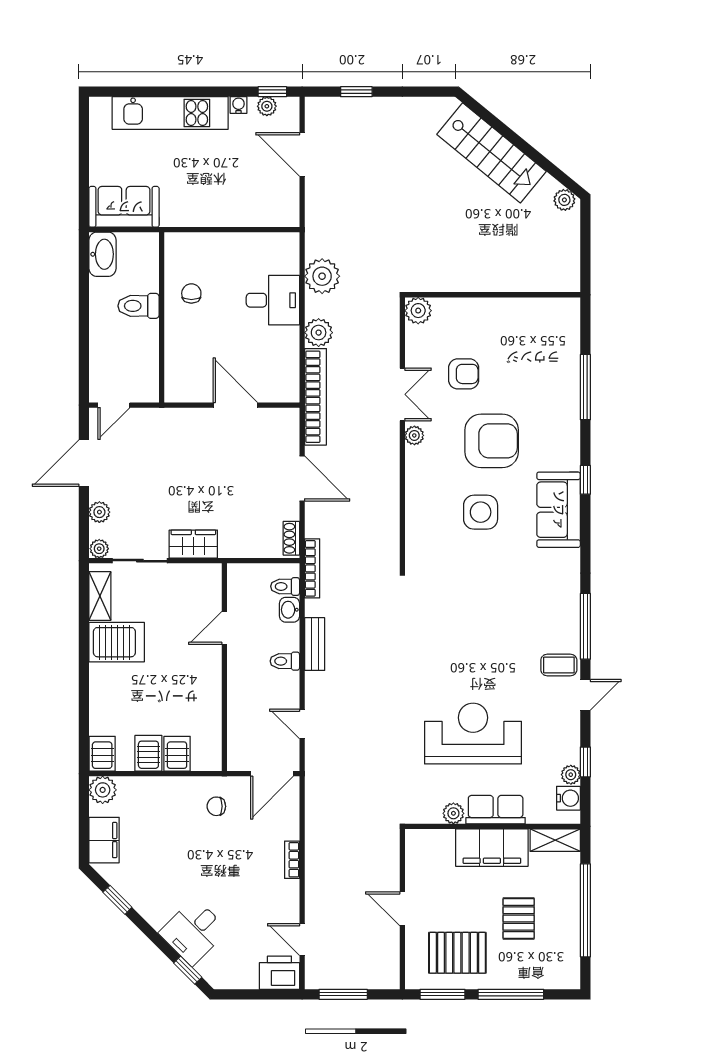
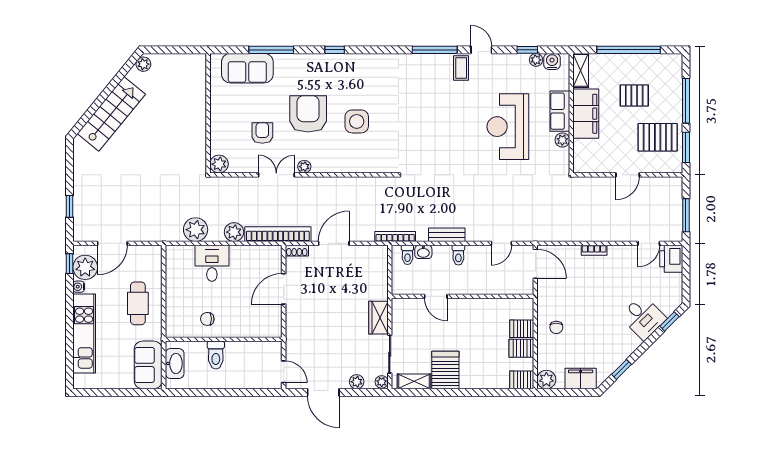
plant: (267, 106) -> (85, 267), width x1.88, depth x1.88
cafe table: (214, 192) -> (138, 303), added
washbasin: (102, 254) -> (175, 363), moved, turned 90
sofa: (559, 510) -> (247, 68), moved
shoe rack: (291, 538) -> (297, 251), moved
chair: (216, 806) -> (556, 327), moved
pallet: (457, 953) -> (658, 137), turned 90

